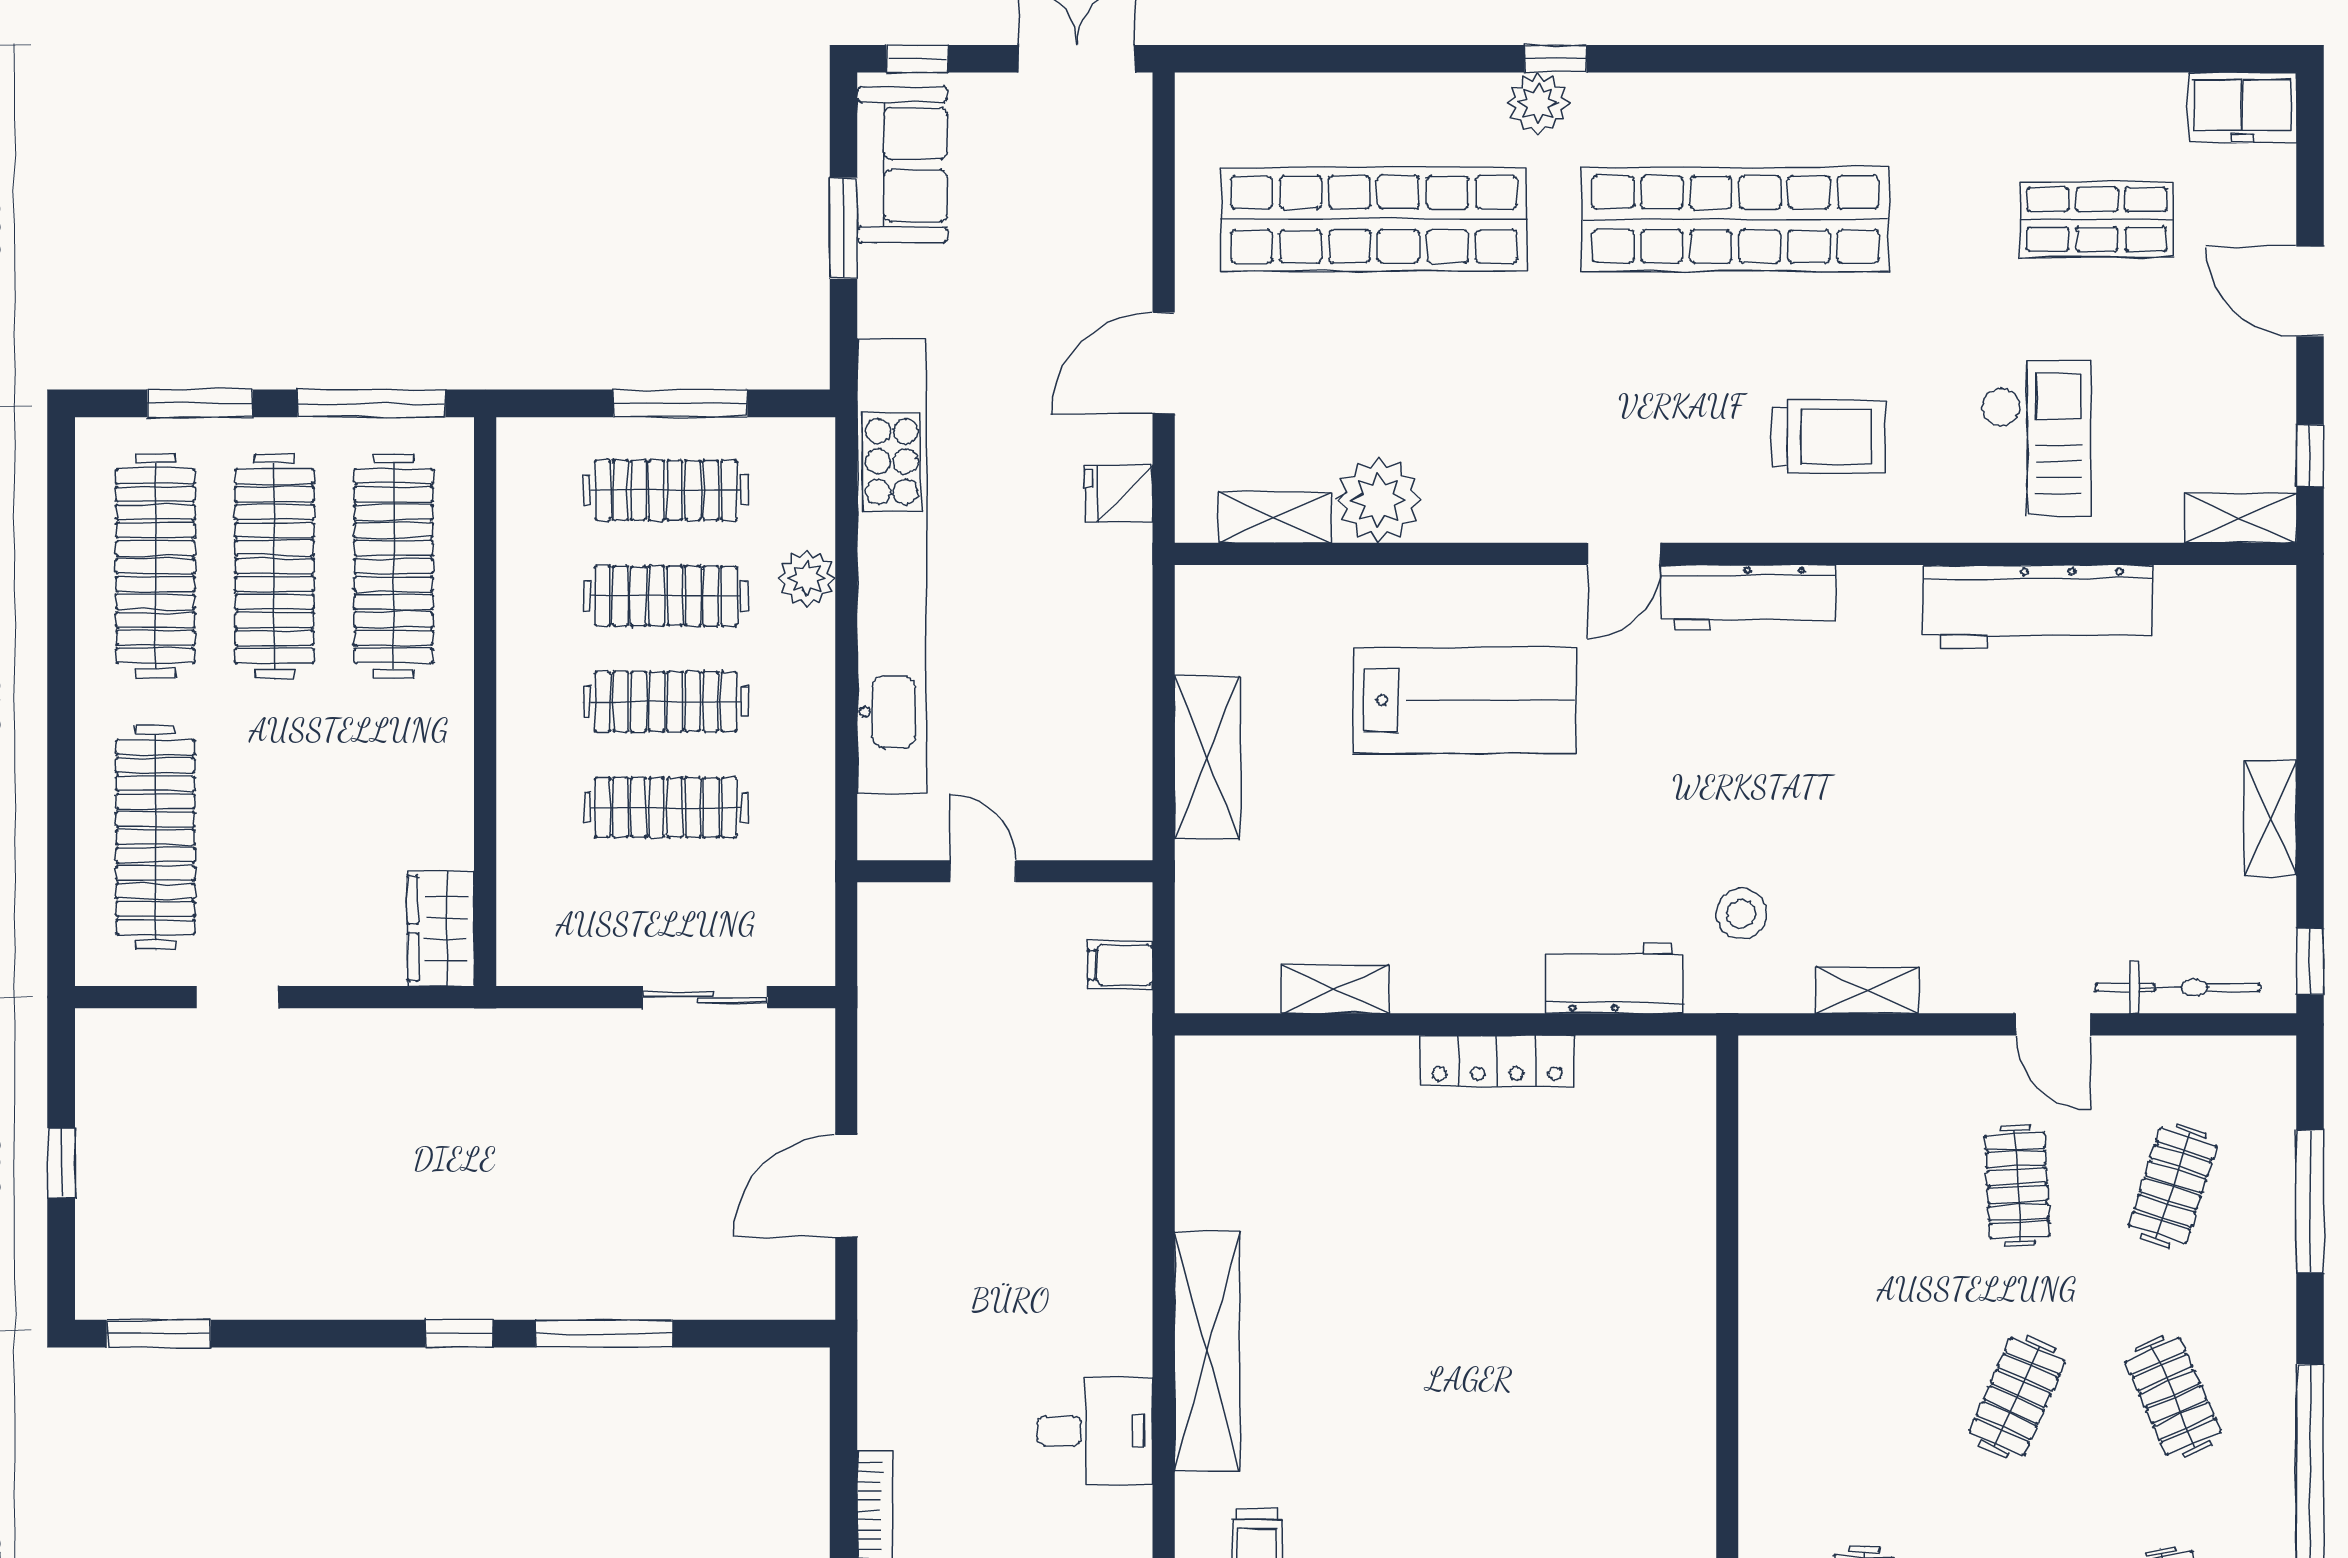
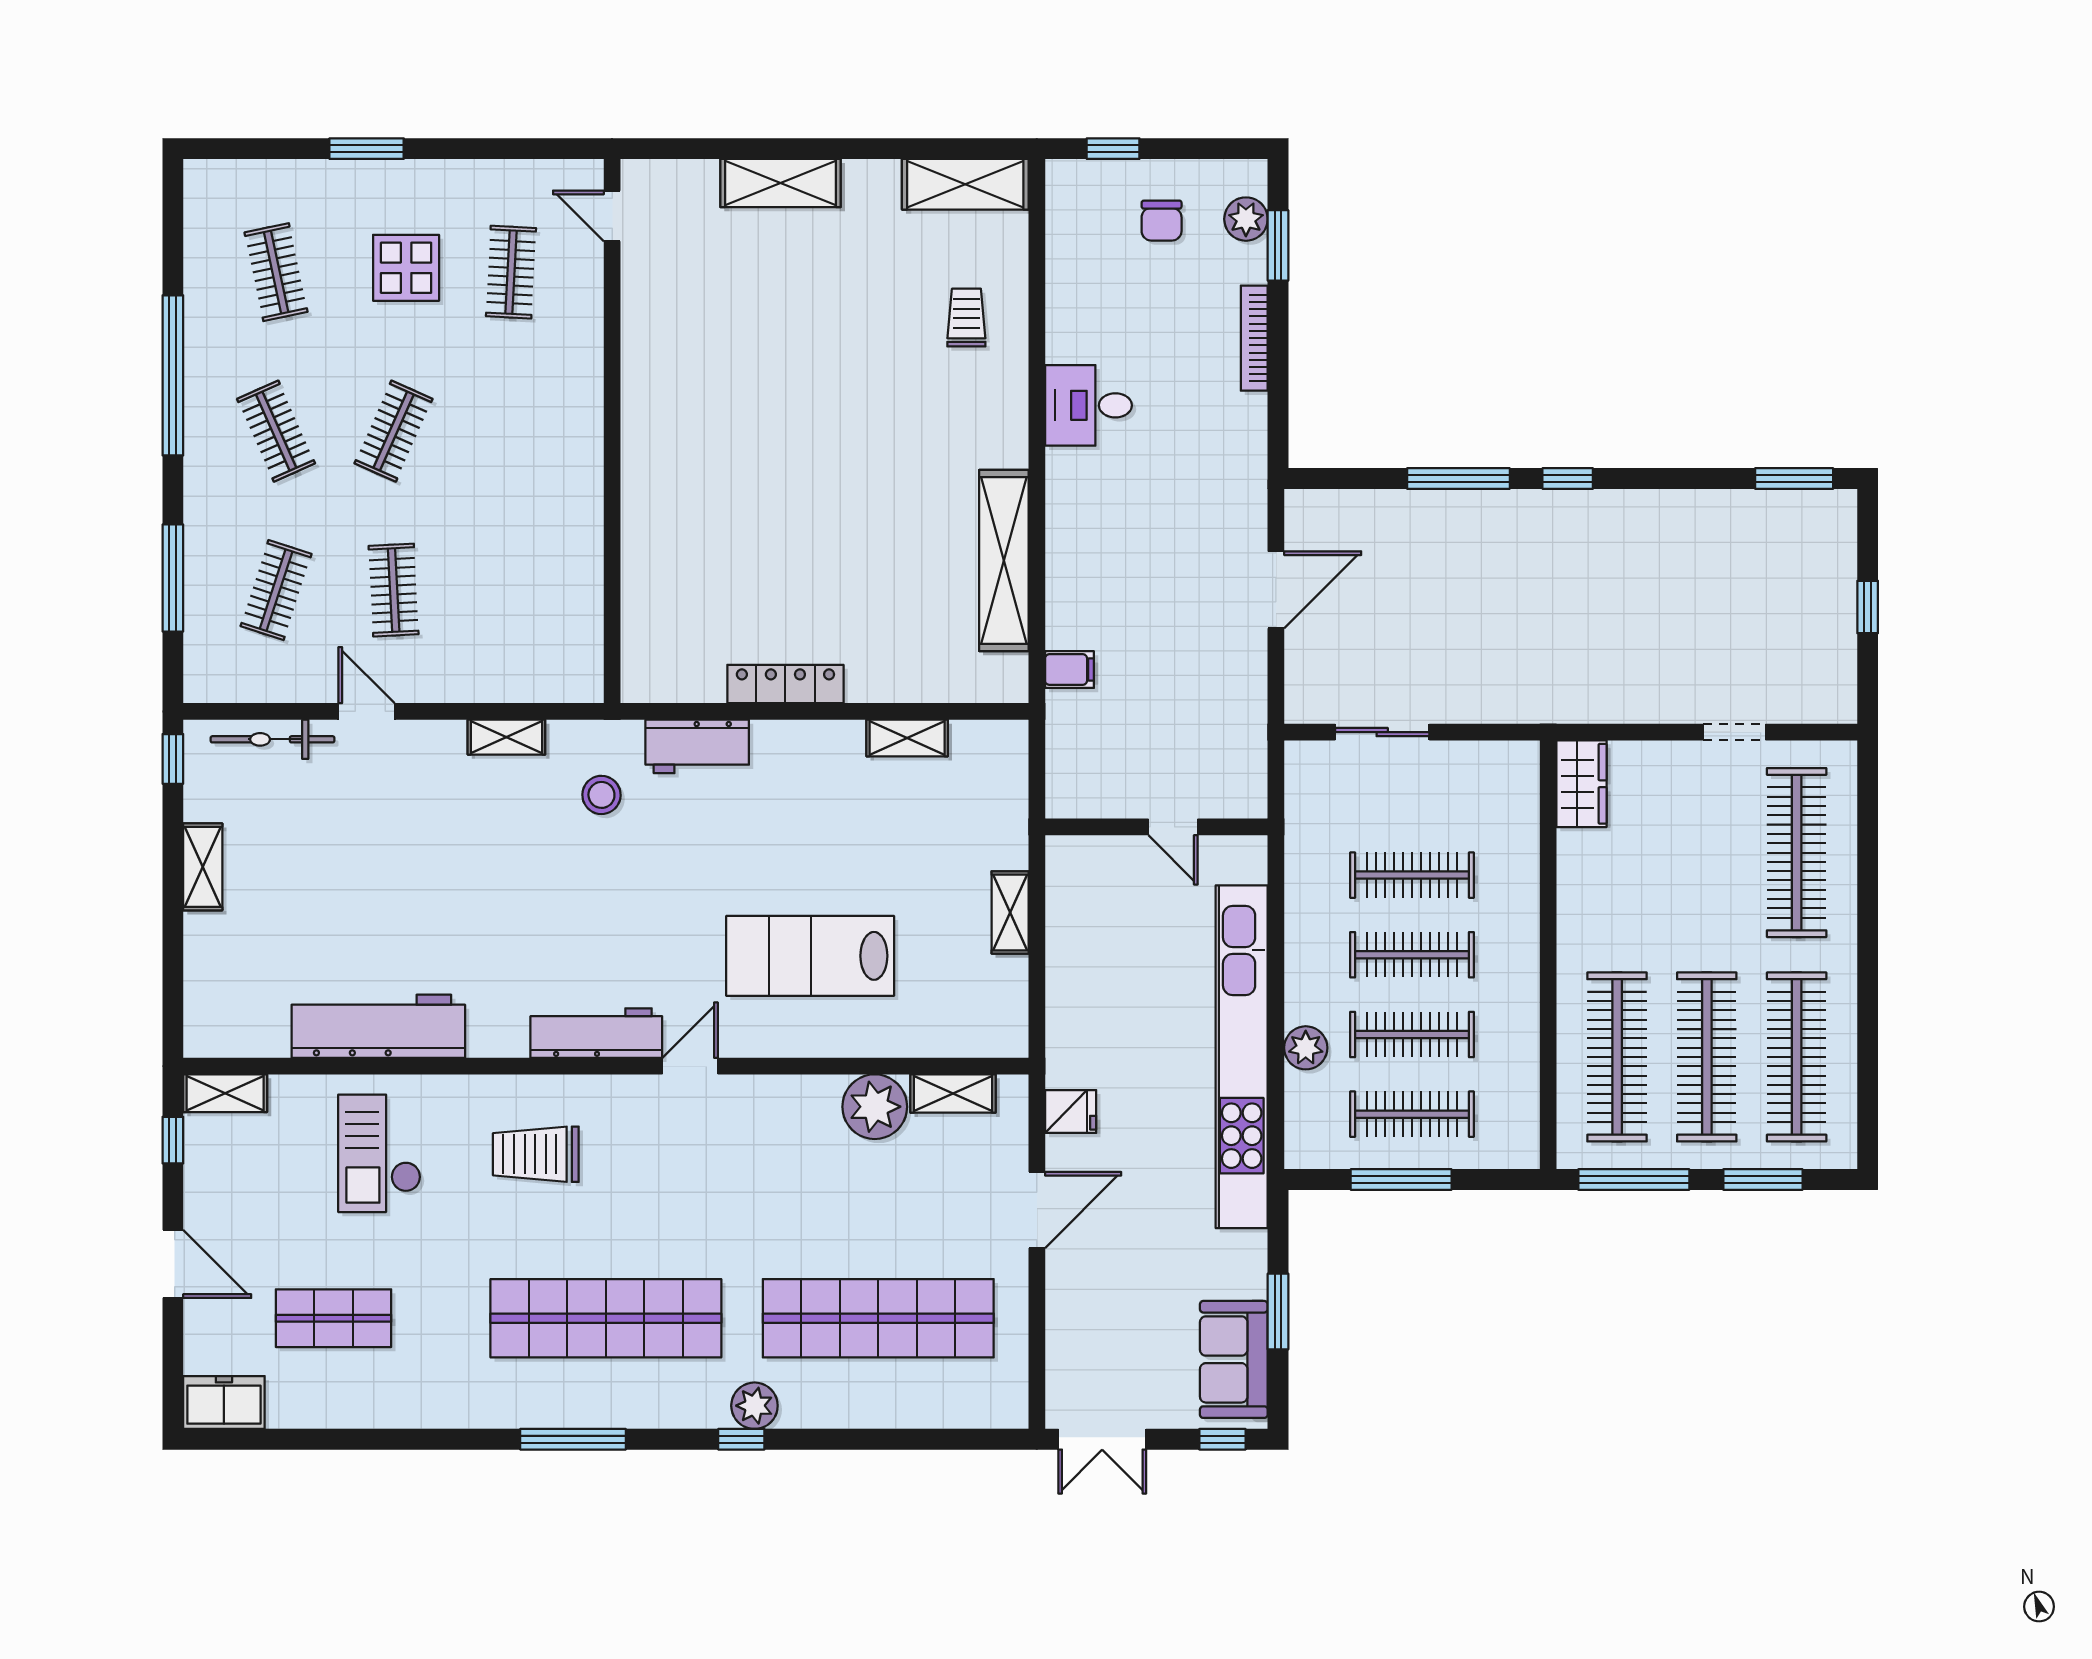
window: (1779, 59) -> (573, 1439), added
shelving: (1207, 758) -> (1010, 912), width x0.67, depth x0.75
filing cabinet: (1120, 965) -> (1069, 670), moved
shelving: (1207, 1351) -> (1004, 561), moved

